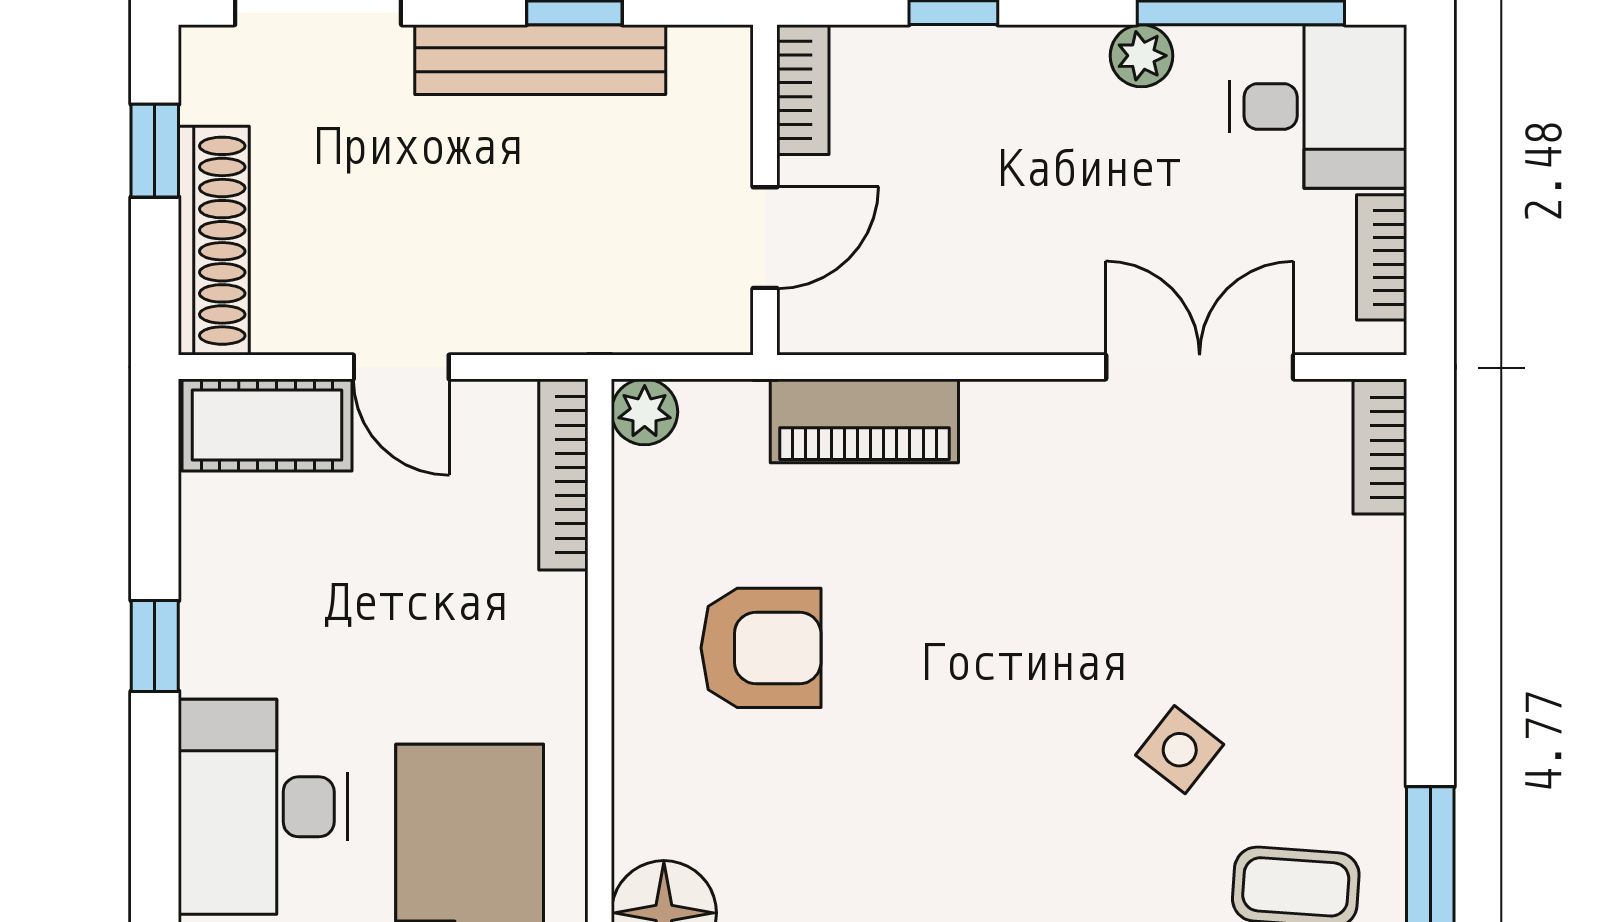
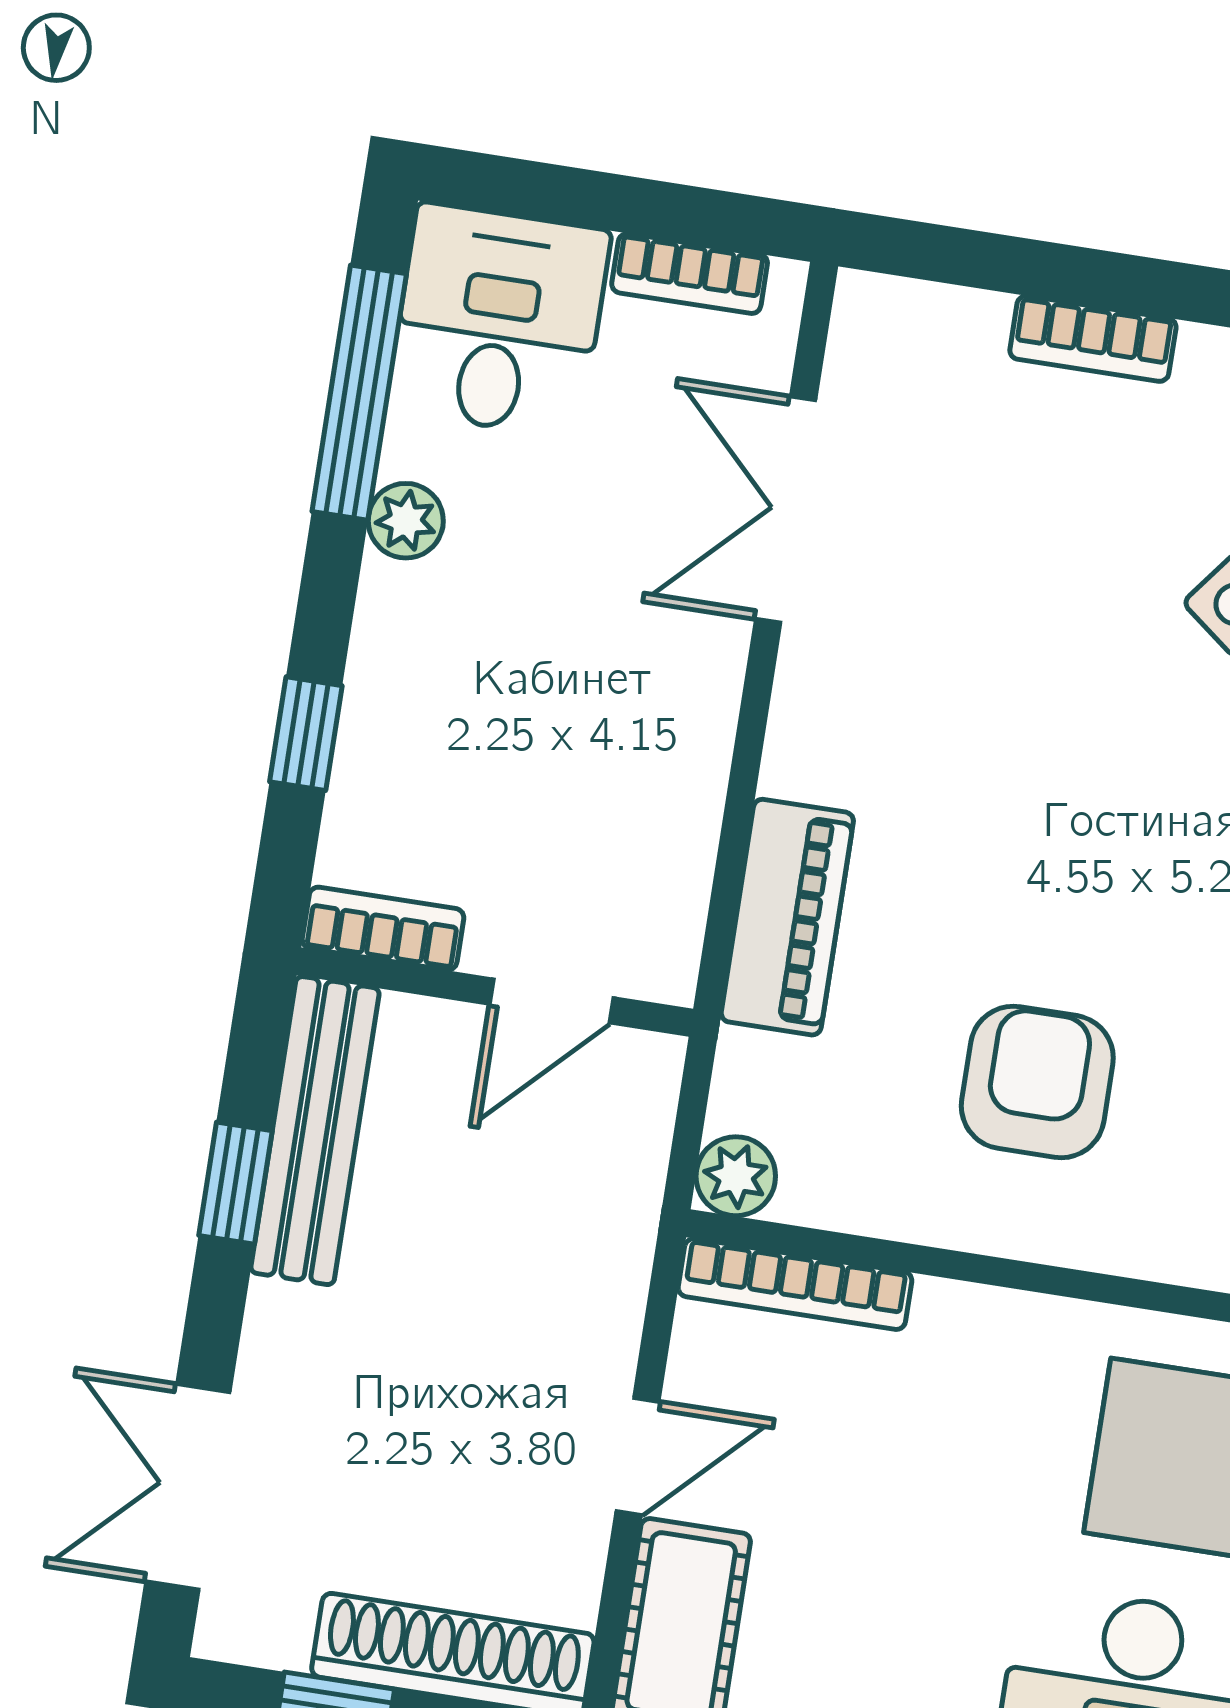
bench: (540, 60) -> (315, 1131), moved
door: (765, 238) -> (552, 1001), swing flipped
bookcase: (1380, 447) -> (1093, 339), moved

